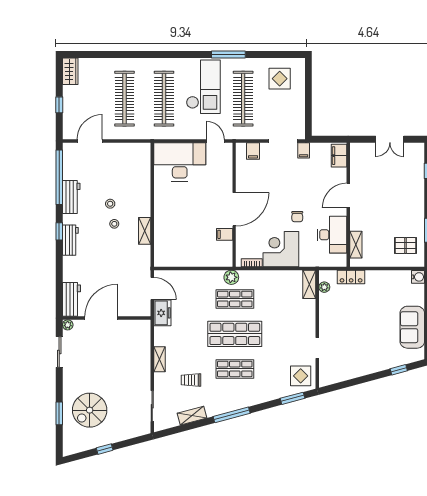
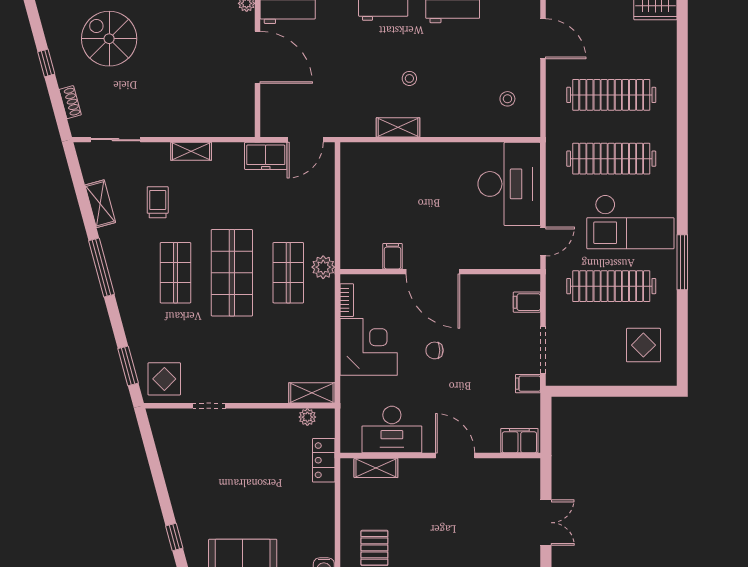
double door: (390, 139) -> (546, 523), swing flipped
stool: (110, 204) -> (507, 99), moved
chair: (297, 217) -> (435, 350), moved
shoe rack: (129, 434) -> (70, 102), added

